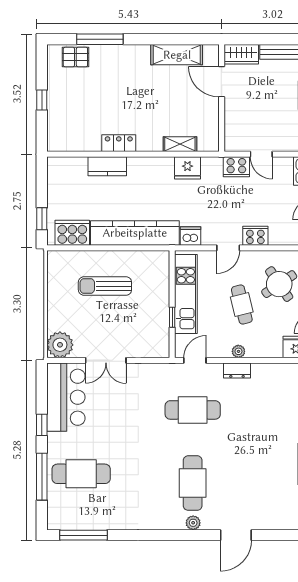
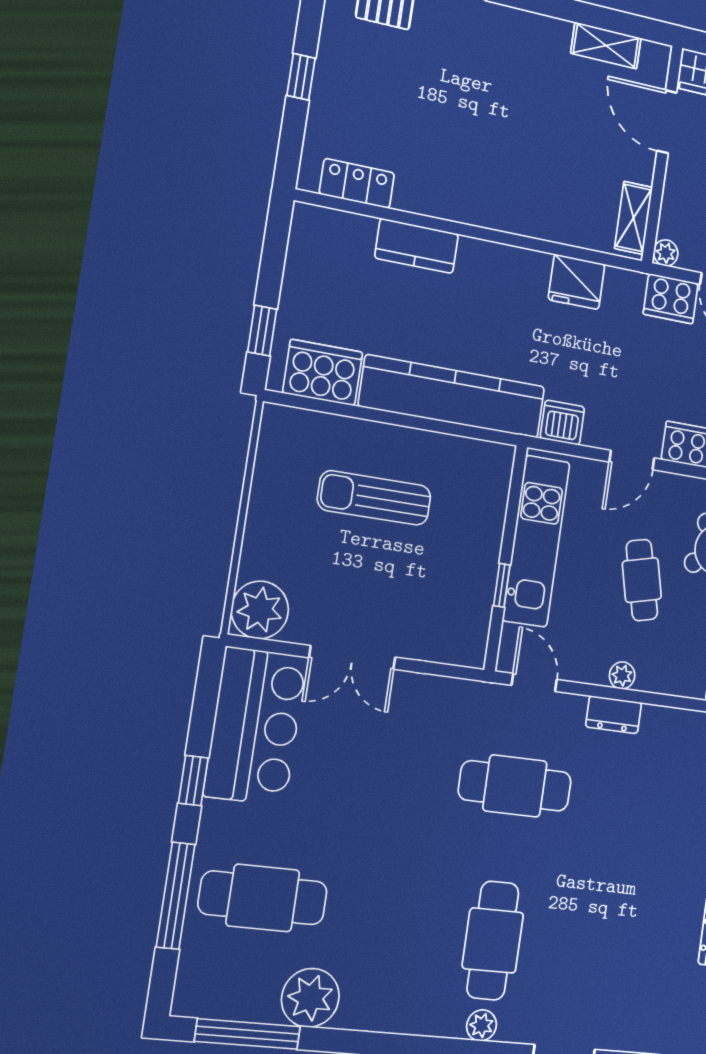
shelving: (177, 55) -> (606, 46), width x0.67, depth x0.75
locker: (119, 143) -> (357, 183), moved
shelving: (180, 144) -> (633, 218), moved, turned 90
plant: (230, 145) -> (666, 253), added
door: (195, 360) -> (534, 682), hinge flipped
plant: (110, 517) -> (310, 998), added

